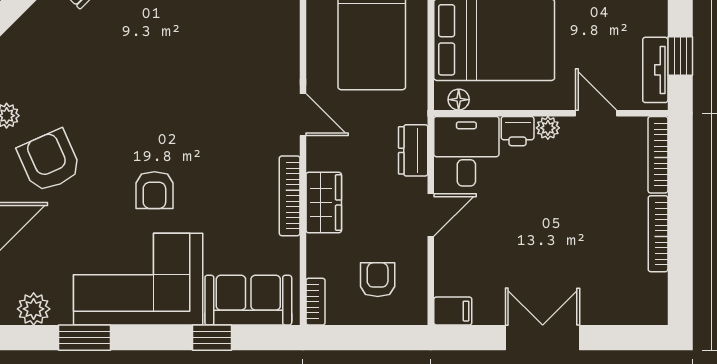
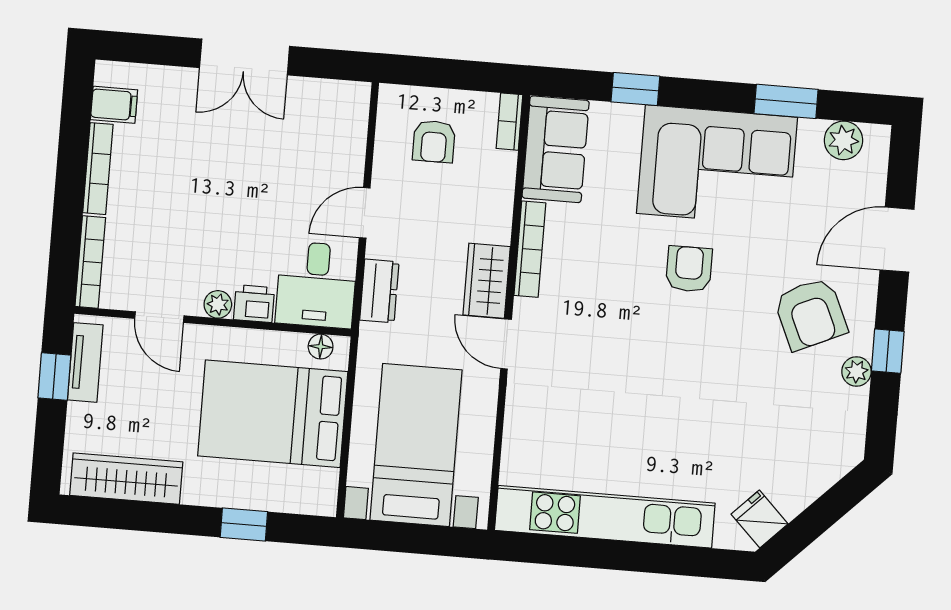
wardrobe: (324, 203) -> (487, 281), moved
sofa: (248, 300) -> (556, 149), moved, turned -90
filing cabinet: (453, 311) -> (114, 105), moved, turned 180

